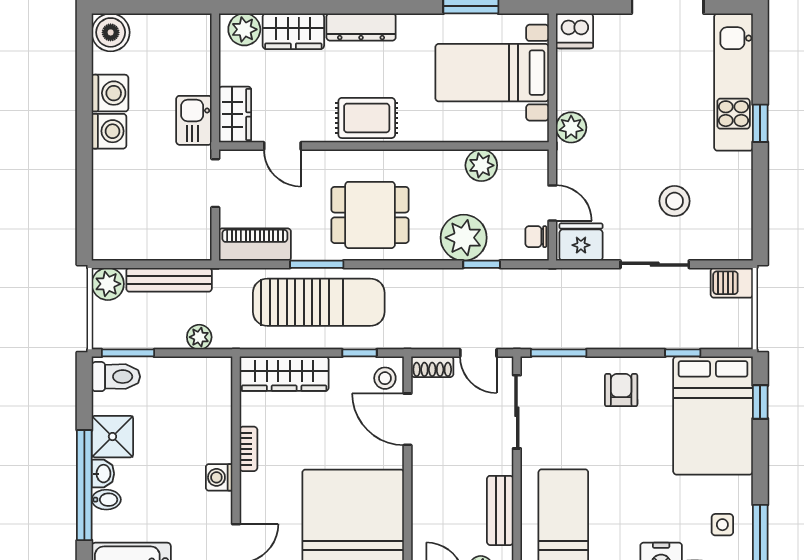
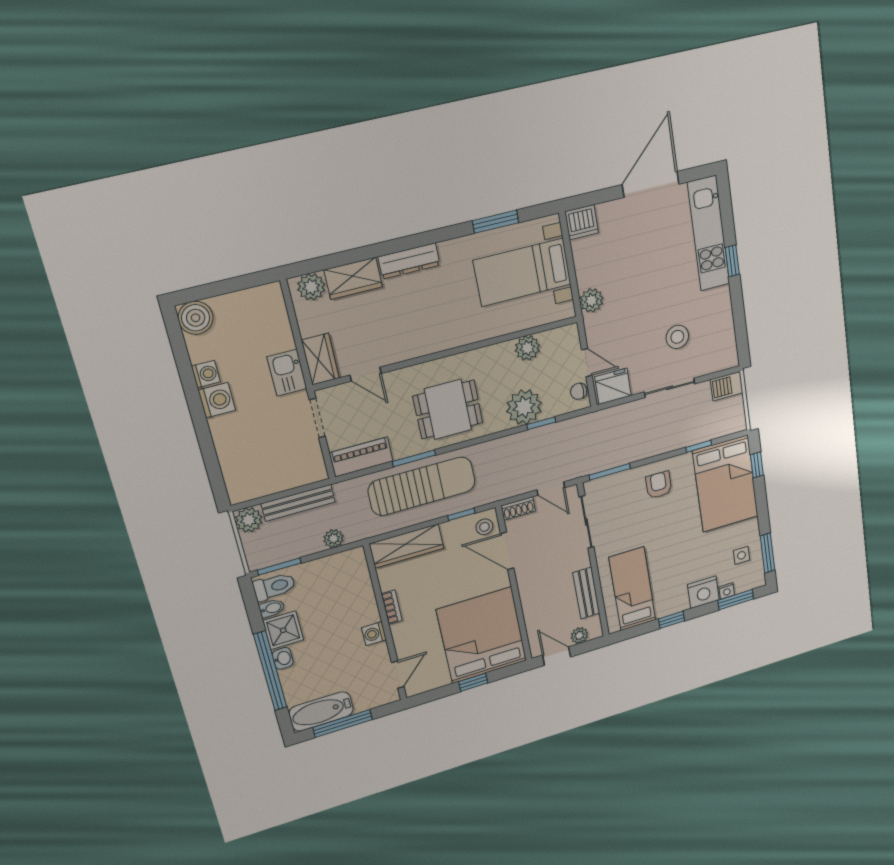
washing machine: (110, 93) -> (206, 374), width x0.73, depth x0.73
rug: (367, 118) -> (429, 334), removed
bidet: (106, 500) -> (272, 608), moved

